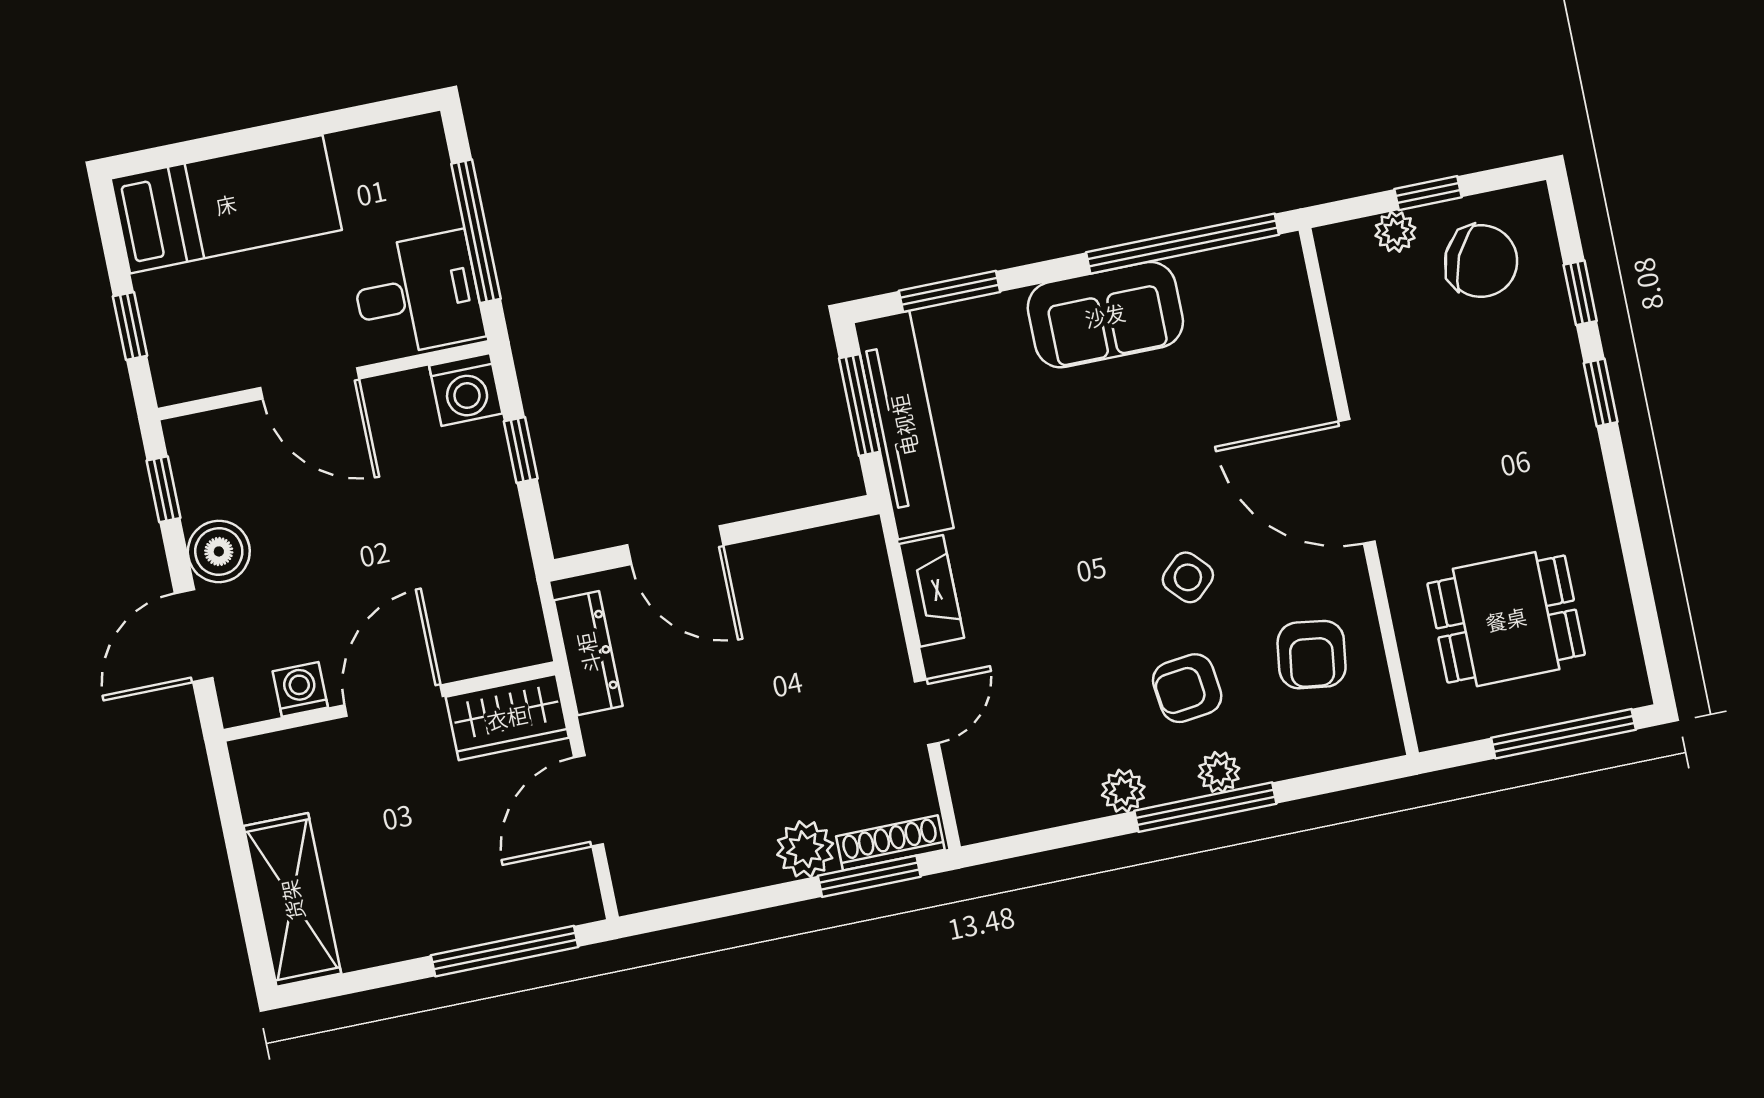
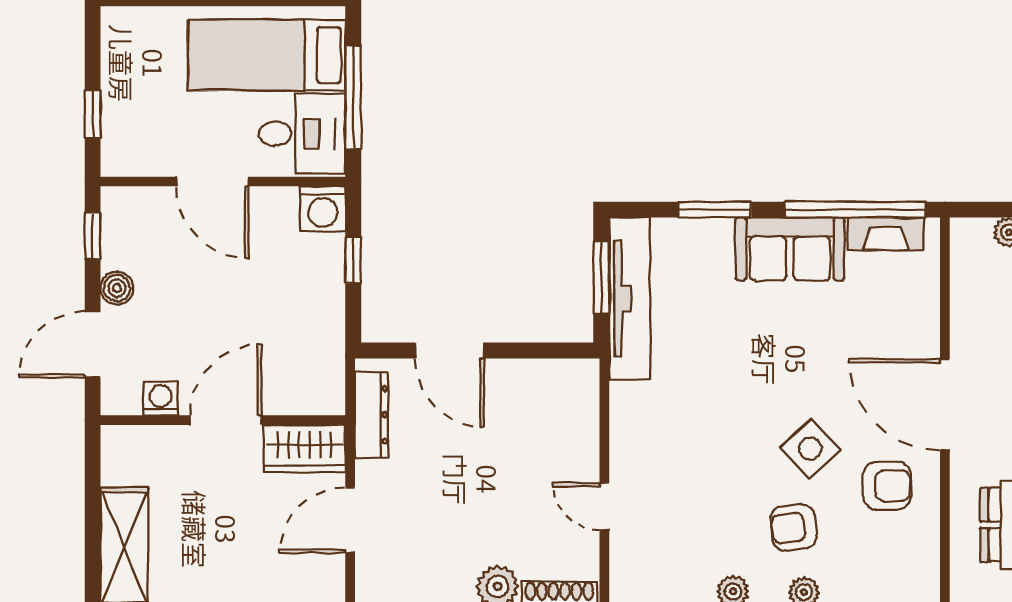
bed: (226, 204) -> (267, 55), moved, turned 180
window: (950, 291) -> (715, 210), moved
boiler: (219, 551) -> (117, 288), width x0.73, depth x0.73
side table: (1188, 577) -> (810, 449), width x1.37, depth x1.37
fireplace: (931, 591) -> (886, 234), moved, turned 90
armchair: (1312, 655) -> (887, 486), moved, turned -98
door: (927, 712) -> (604, 506), swing flipped

